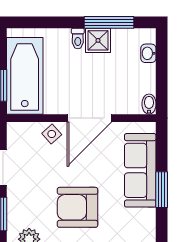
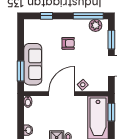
window: (162, 190) -> (21, 71), moved
armchair: (78, 207) -> (68, 43), width x0.53, depth x0.53

